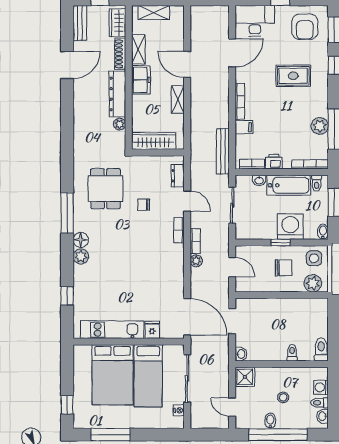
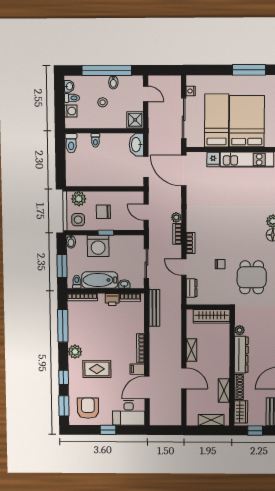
freezer: (141, 80) -> (222, 366), removed
plant: (320, 126) -> (75, 352), moved
filing cabinet: (244, 127) -> (137, 369), moved
washbasin: (241, 354) -> (136, 145), width x1.91, depth x1.45

